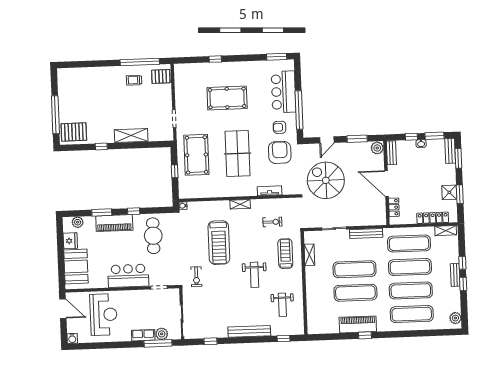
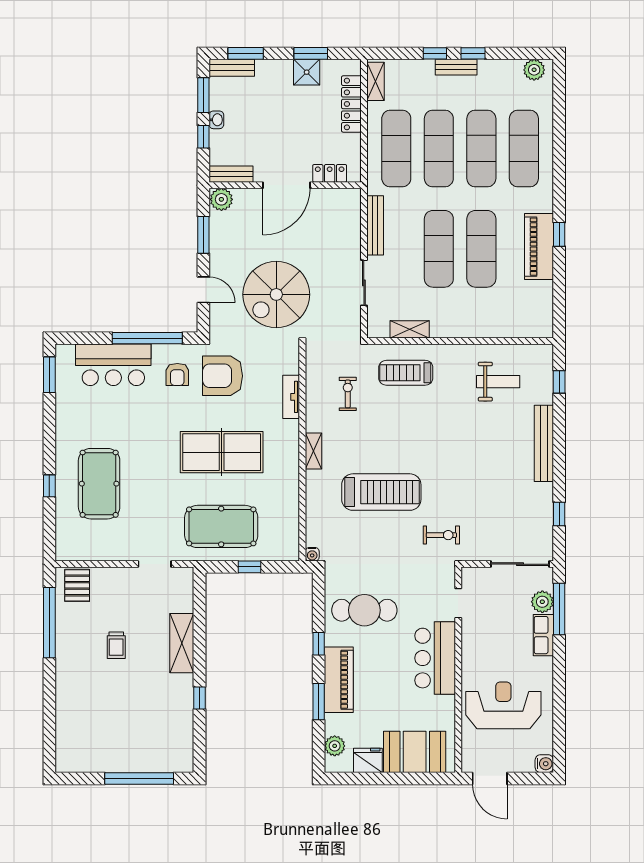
trolley: (134, 80) -> (116, 645), moved
pool table: (227, 98) -> (99, 484), moved
pallet: (74, 132) -> (171, 746), removed
weight bench: (254, 275) -> (442, 430), removed
door: (63, 309) -> (490, 779), swing flipped

